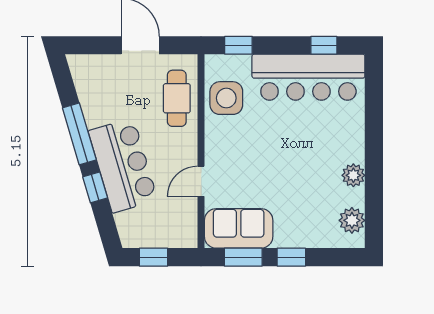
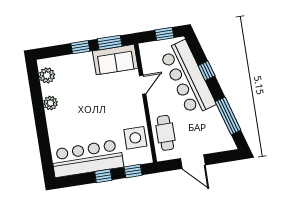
window: (324, 45) -> (103, 176), moved
window: (79, 134) -> (228, 116), moved
bar counter: (123, 165) -> (188, 78), width x1.36

